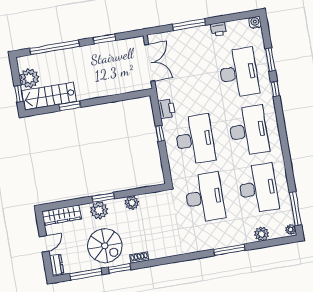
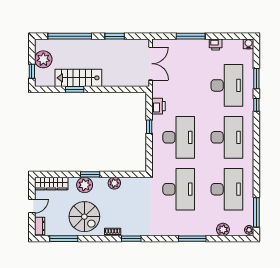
stairs: (49, 96) -> (78, 78), moved
window: (120, 268) -> (131, 239), moved

